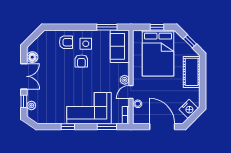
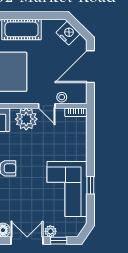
plant: (125, 80) -> (26, 119), width x1.88, depth x1.88
plant: (31, 105) -> (50, 231), moved
corner sofa: (89, 108) -> (67, 189), moved
window: (107, 127) -> (90, 136), removed

